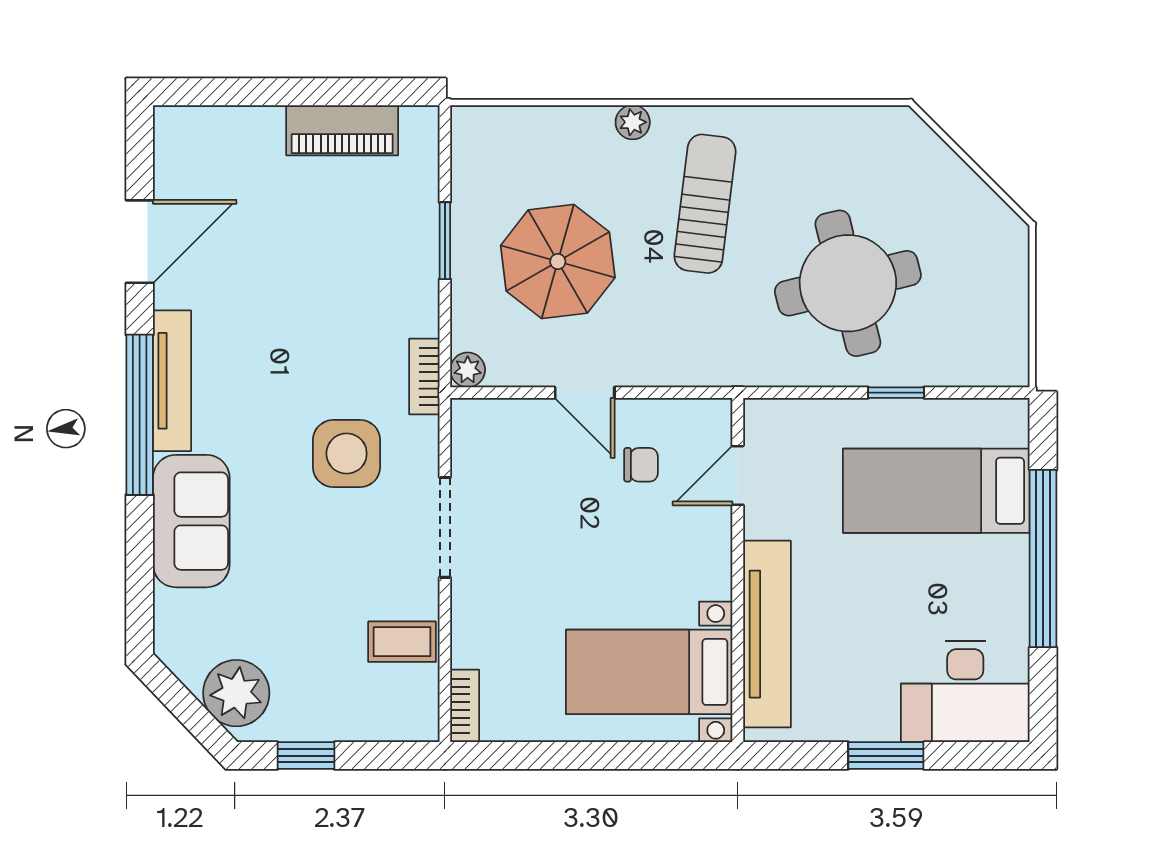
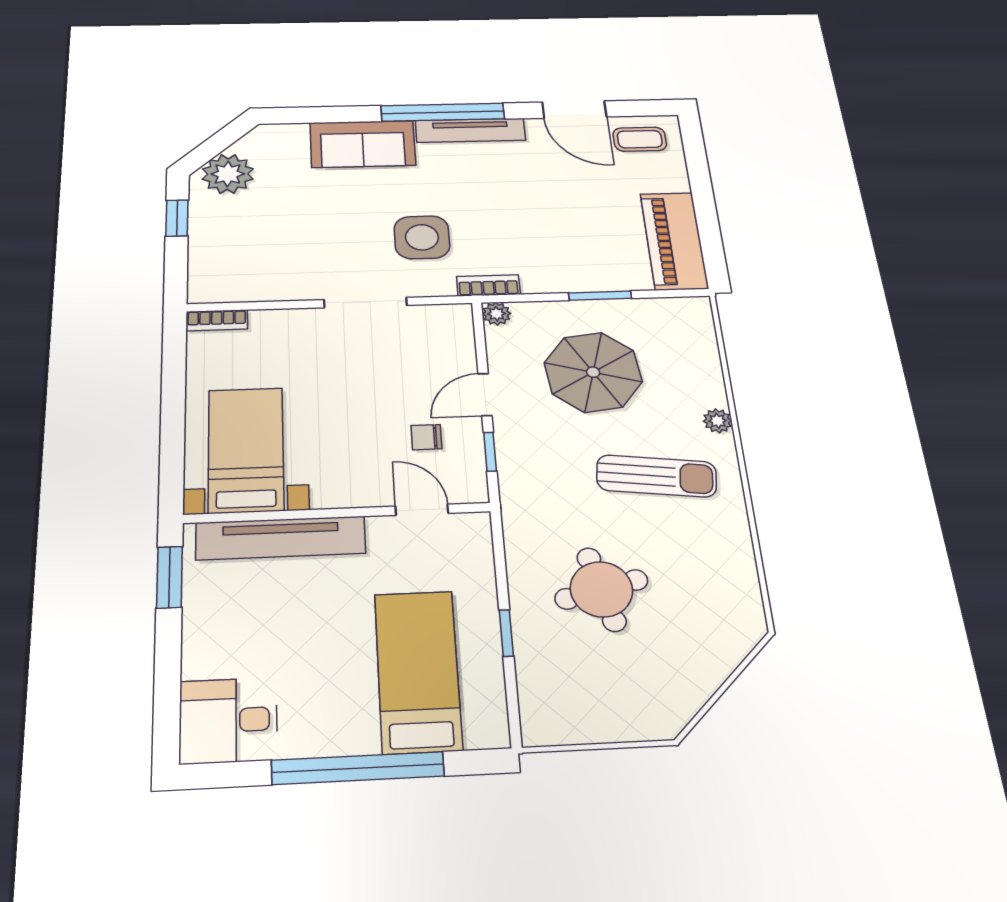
piano: (342, 130) -> (674, 241), width x1.37, depth x1.33
round table: (848, 283) -> (601, 589), width x0.73, depth x0.73
window: (664, 393) -> (490, 452), added
chair: (641, 465) -> (426, 437), turned 90
coffee table: (402, 642) -> (640, 139), moved, turned 90
desk: (965, 692) -> (228, 720), width x0.73
window: (886, 756) -> (169, 577), moved

